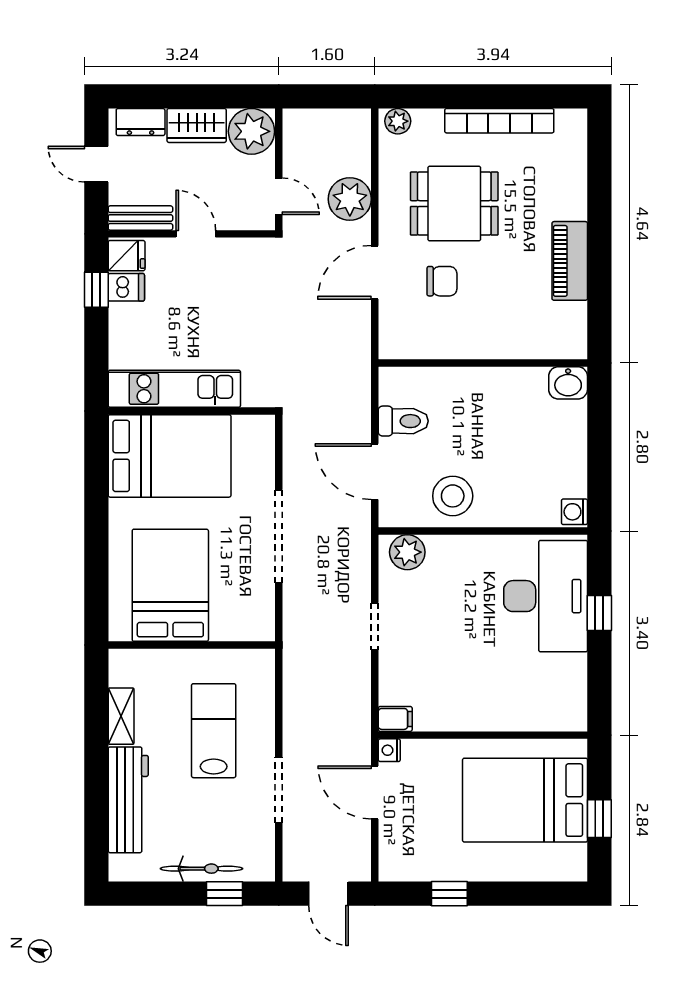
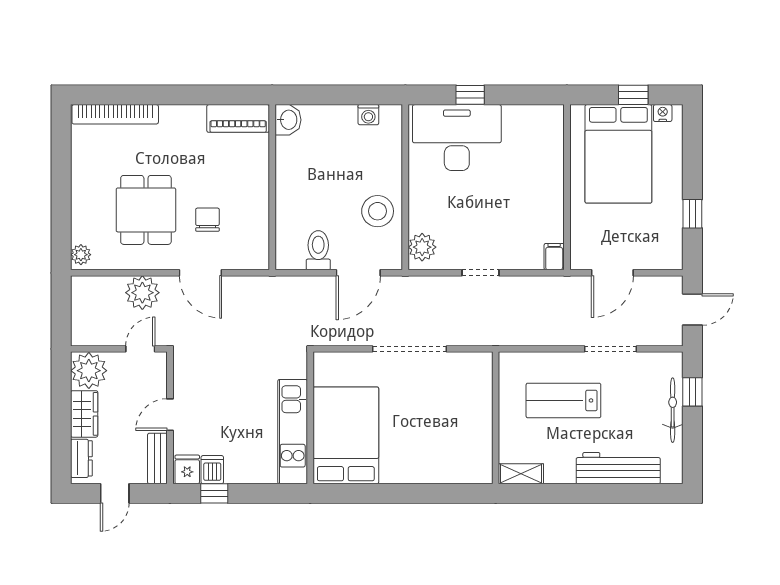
bookcase: (499, 121) -> (115, 114), moved, turned 90
piano: (570, 261) -> (238, 118), moved
washing machine: (574, 512) -> (368, 115), moved
bed: (170, 585) -> (448, 435), removed
shelving: (121, 716) -> (521, 474), moved
nightstand: (389, 750) -> (663, 113), moved, turned 180

